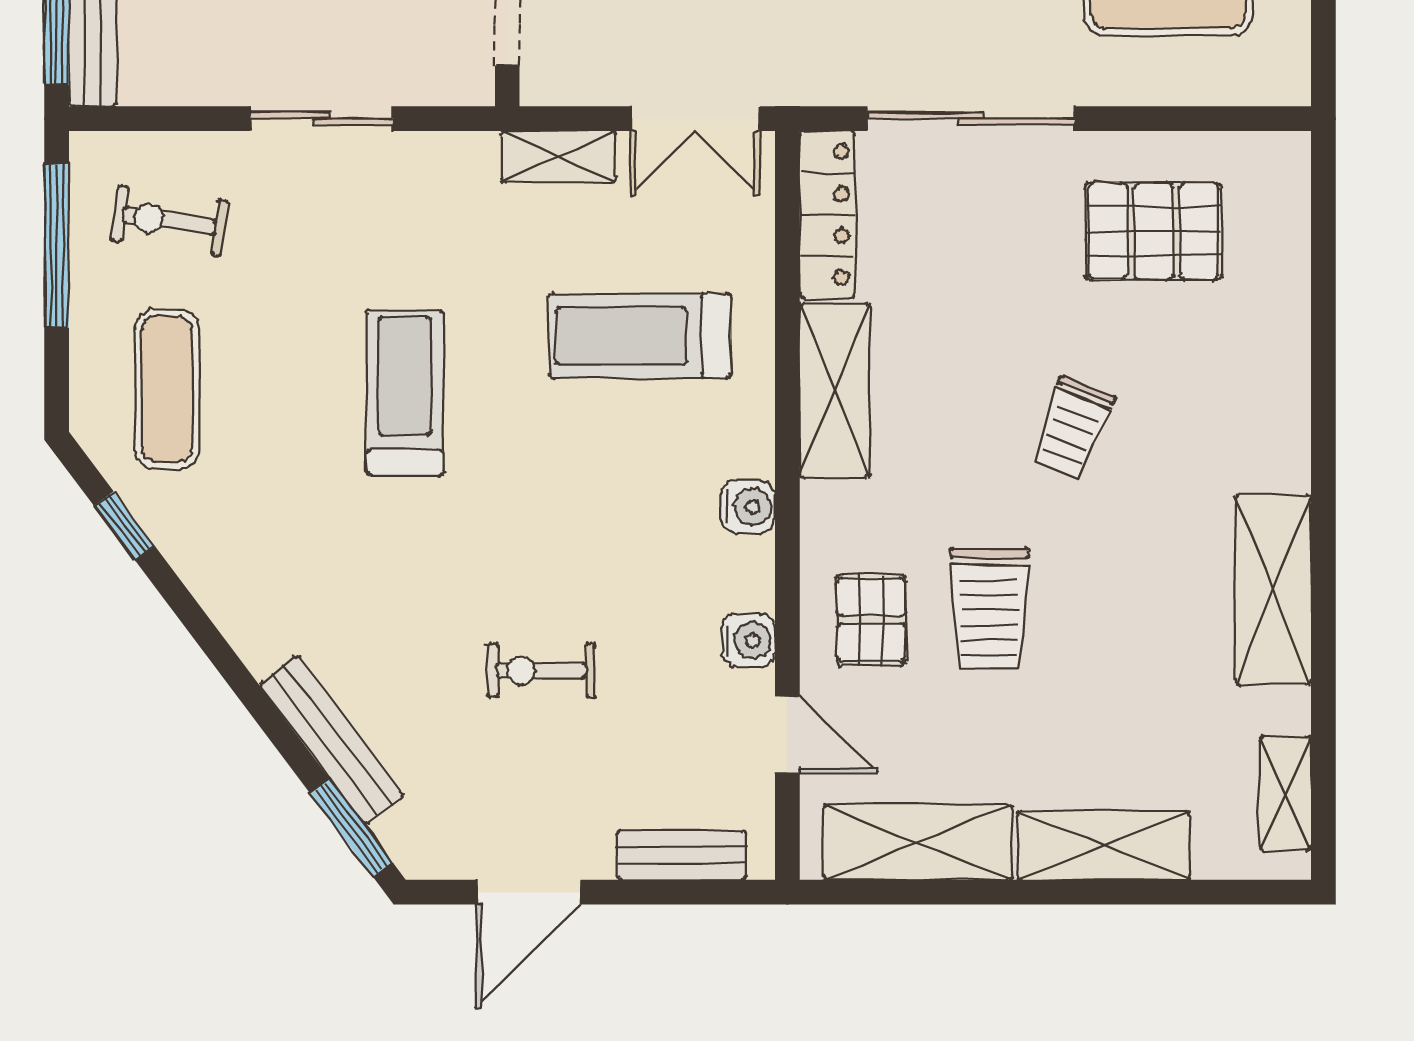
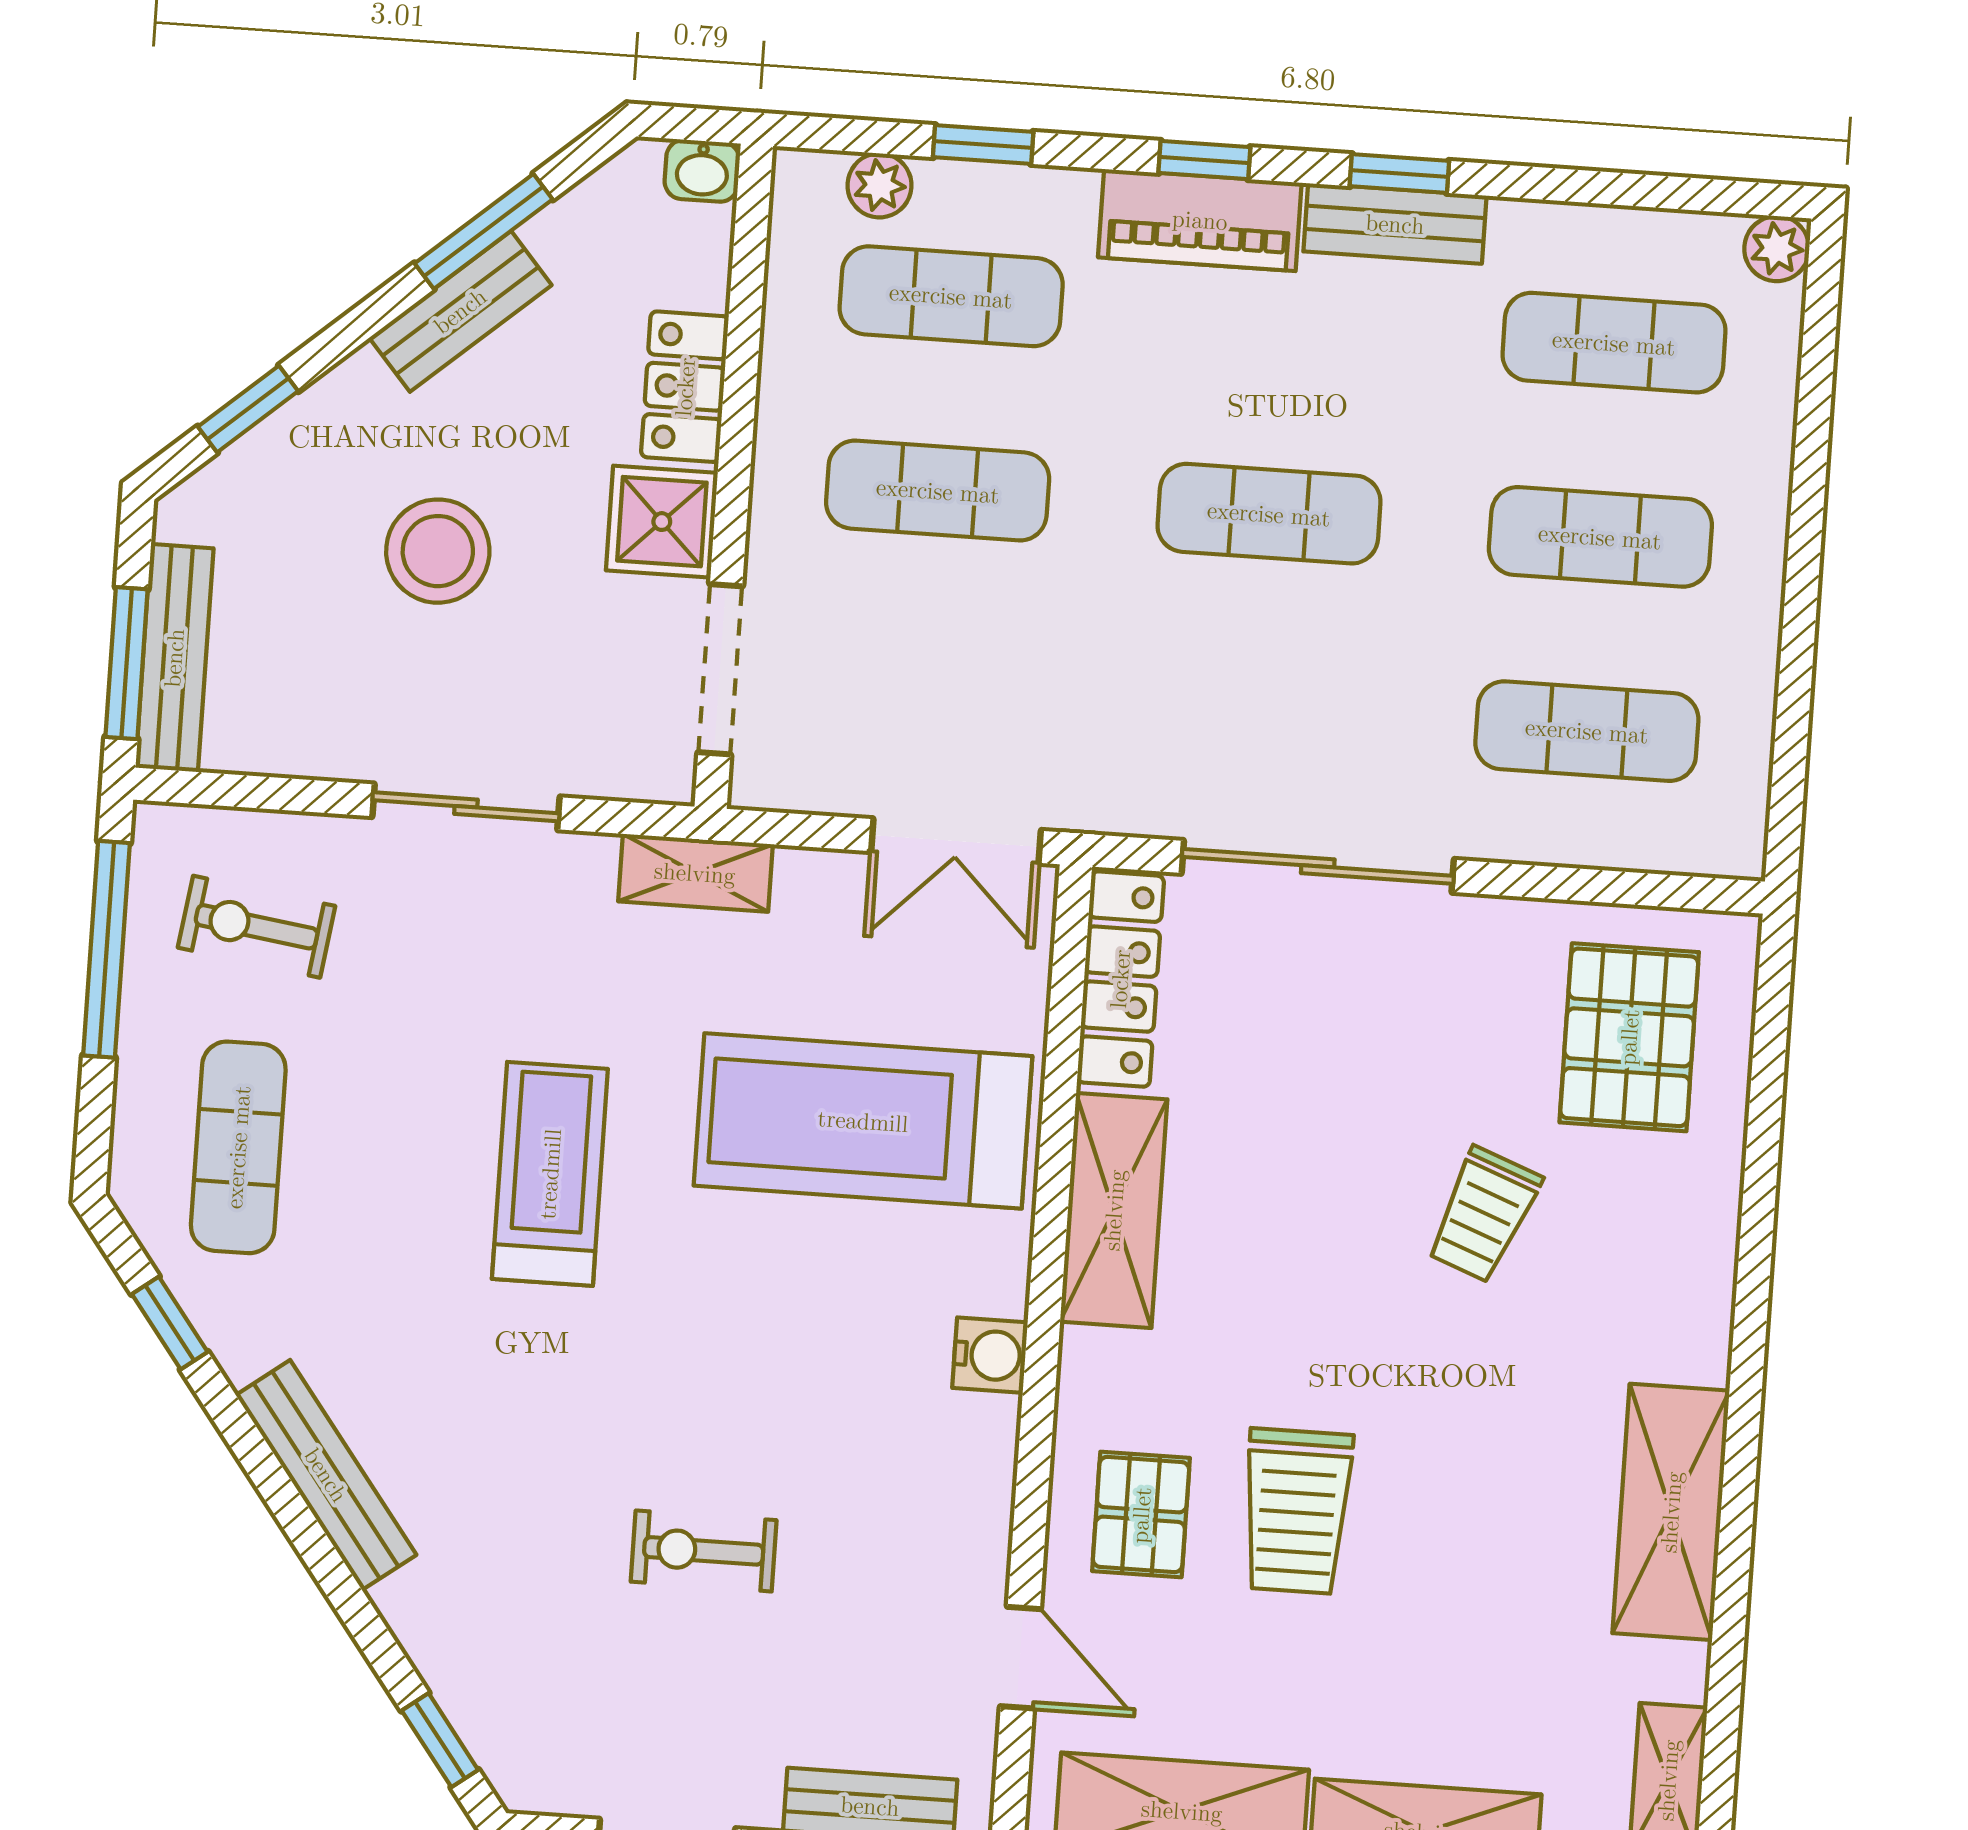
shelving: (558, 157) -> (695, 873), moved
pallet: (1153, 231) -> (1629, 1037), moved, turned 90
treadmill: (640, 336) -> (863, 1121), width x1.37, depth x1.37
trolley: (1072, 429) -> (1484, 1215), moved
water cooler: (748, 640) -> (978, 1530), removed
bench: (331, 740) -> (326, 1475), moved
window: (351, 828) -> (440, 1740), width x0.67

